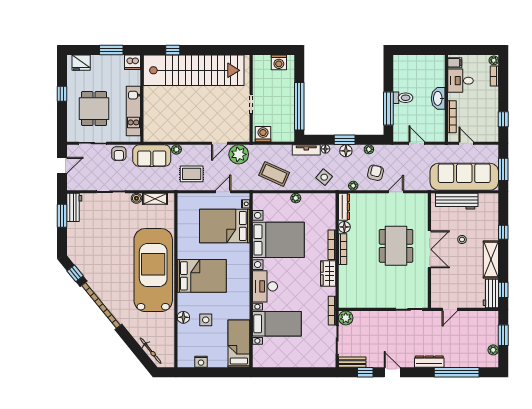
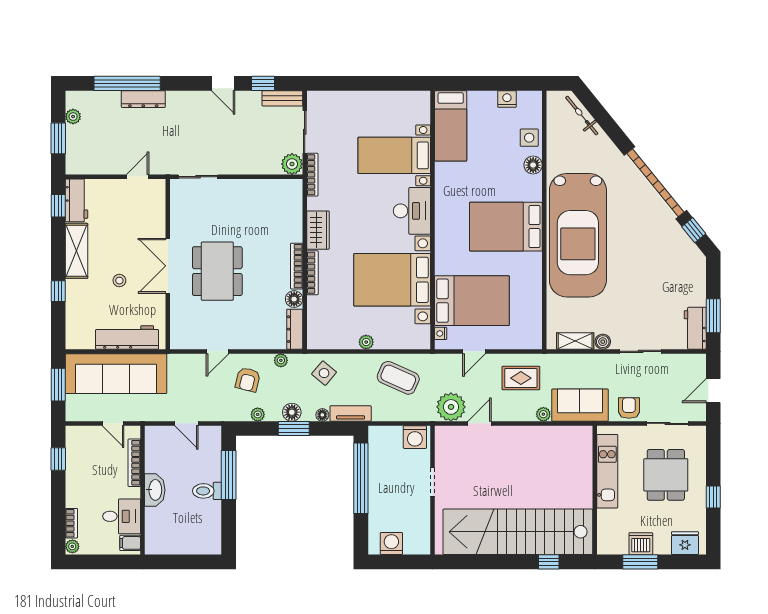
dishwasher: (132, 62) -> (641, 544), moved
side table: (206, 320) -> (529, 138), moved
dresser: (429, 362) -> (143, 99), moved

